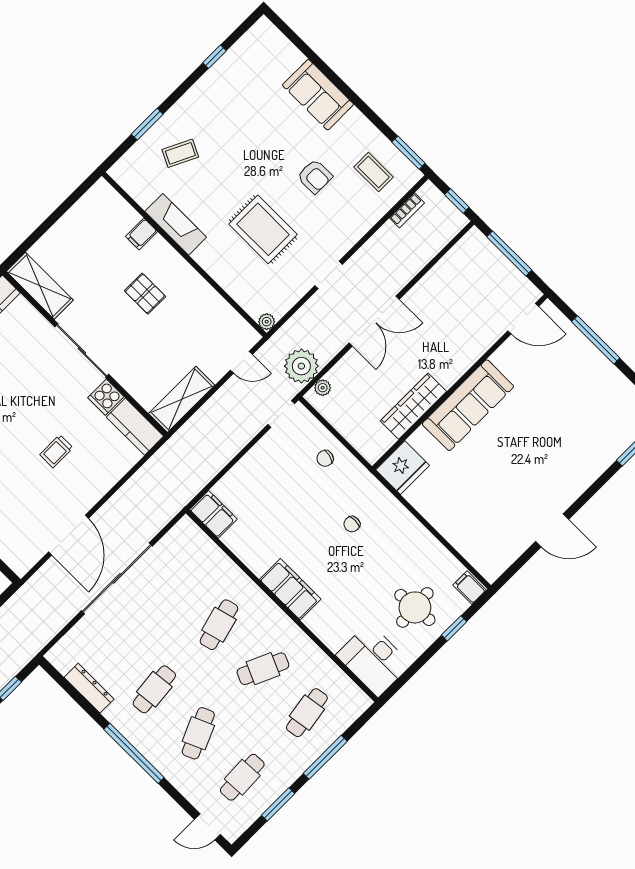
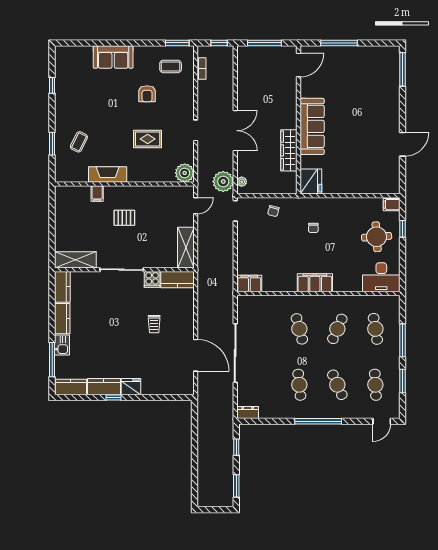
armchair: (315, 176) -> (147, 94), turned 90
rug: (263, 229) -> (148, 139), width x0.73, depth x0.70
plant: (267, 322) -> (185, 173), width x1.88, depth x1.88
dresser: (89, 688) -> (248, 412), moved, width x0.70

